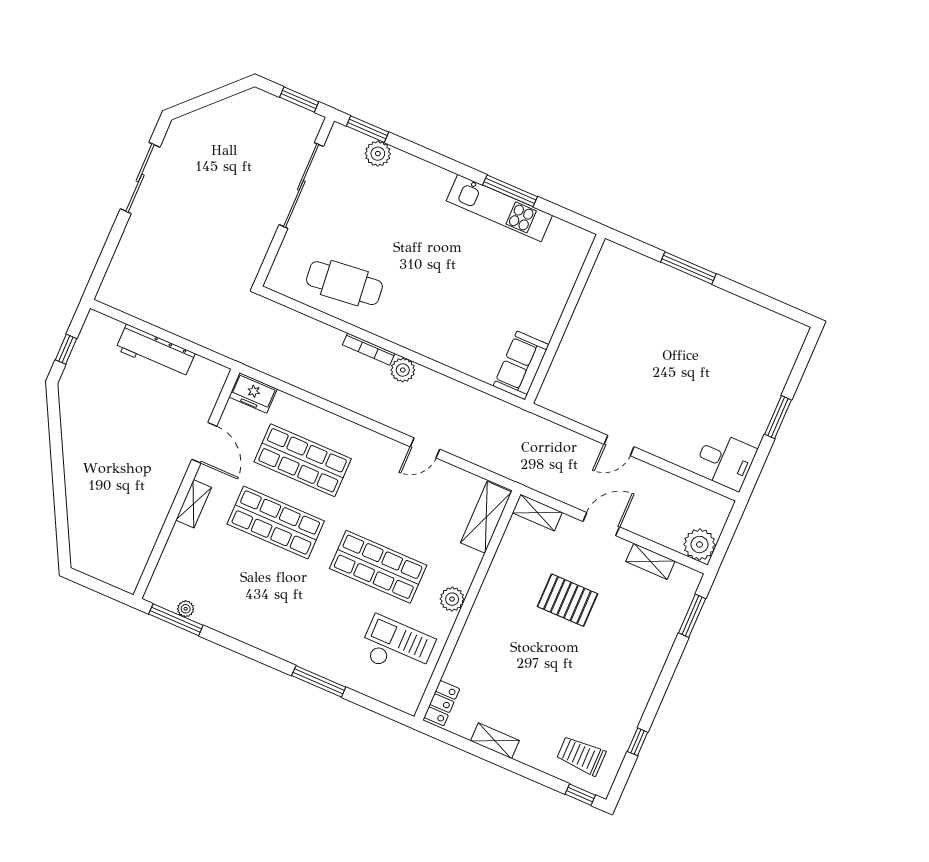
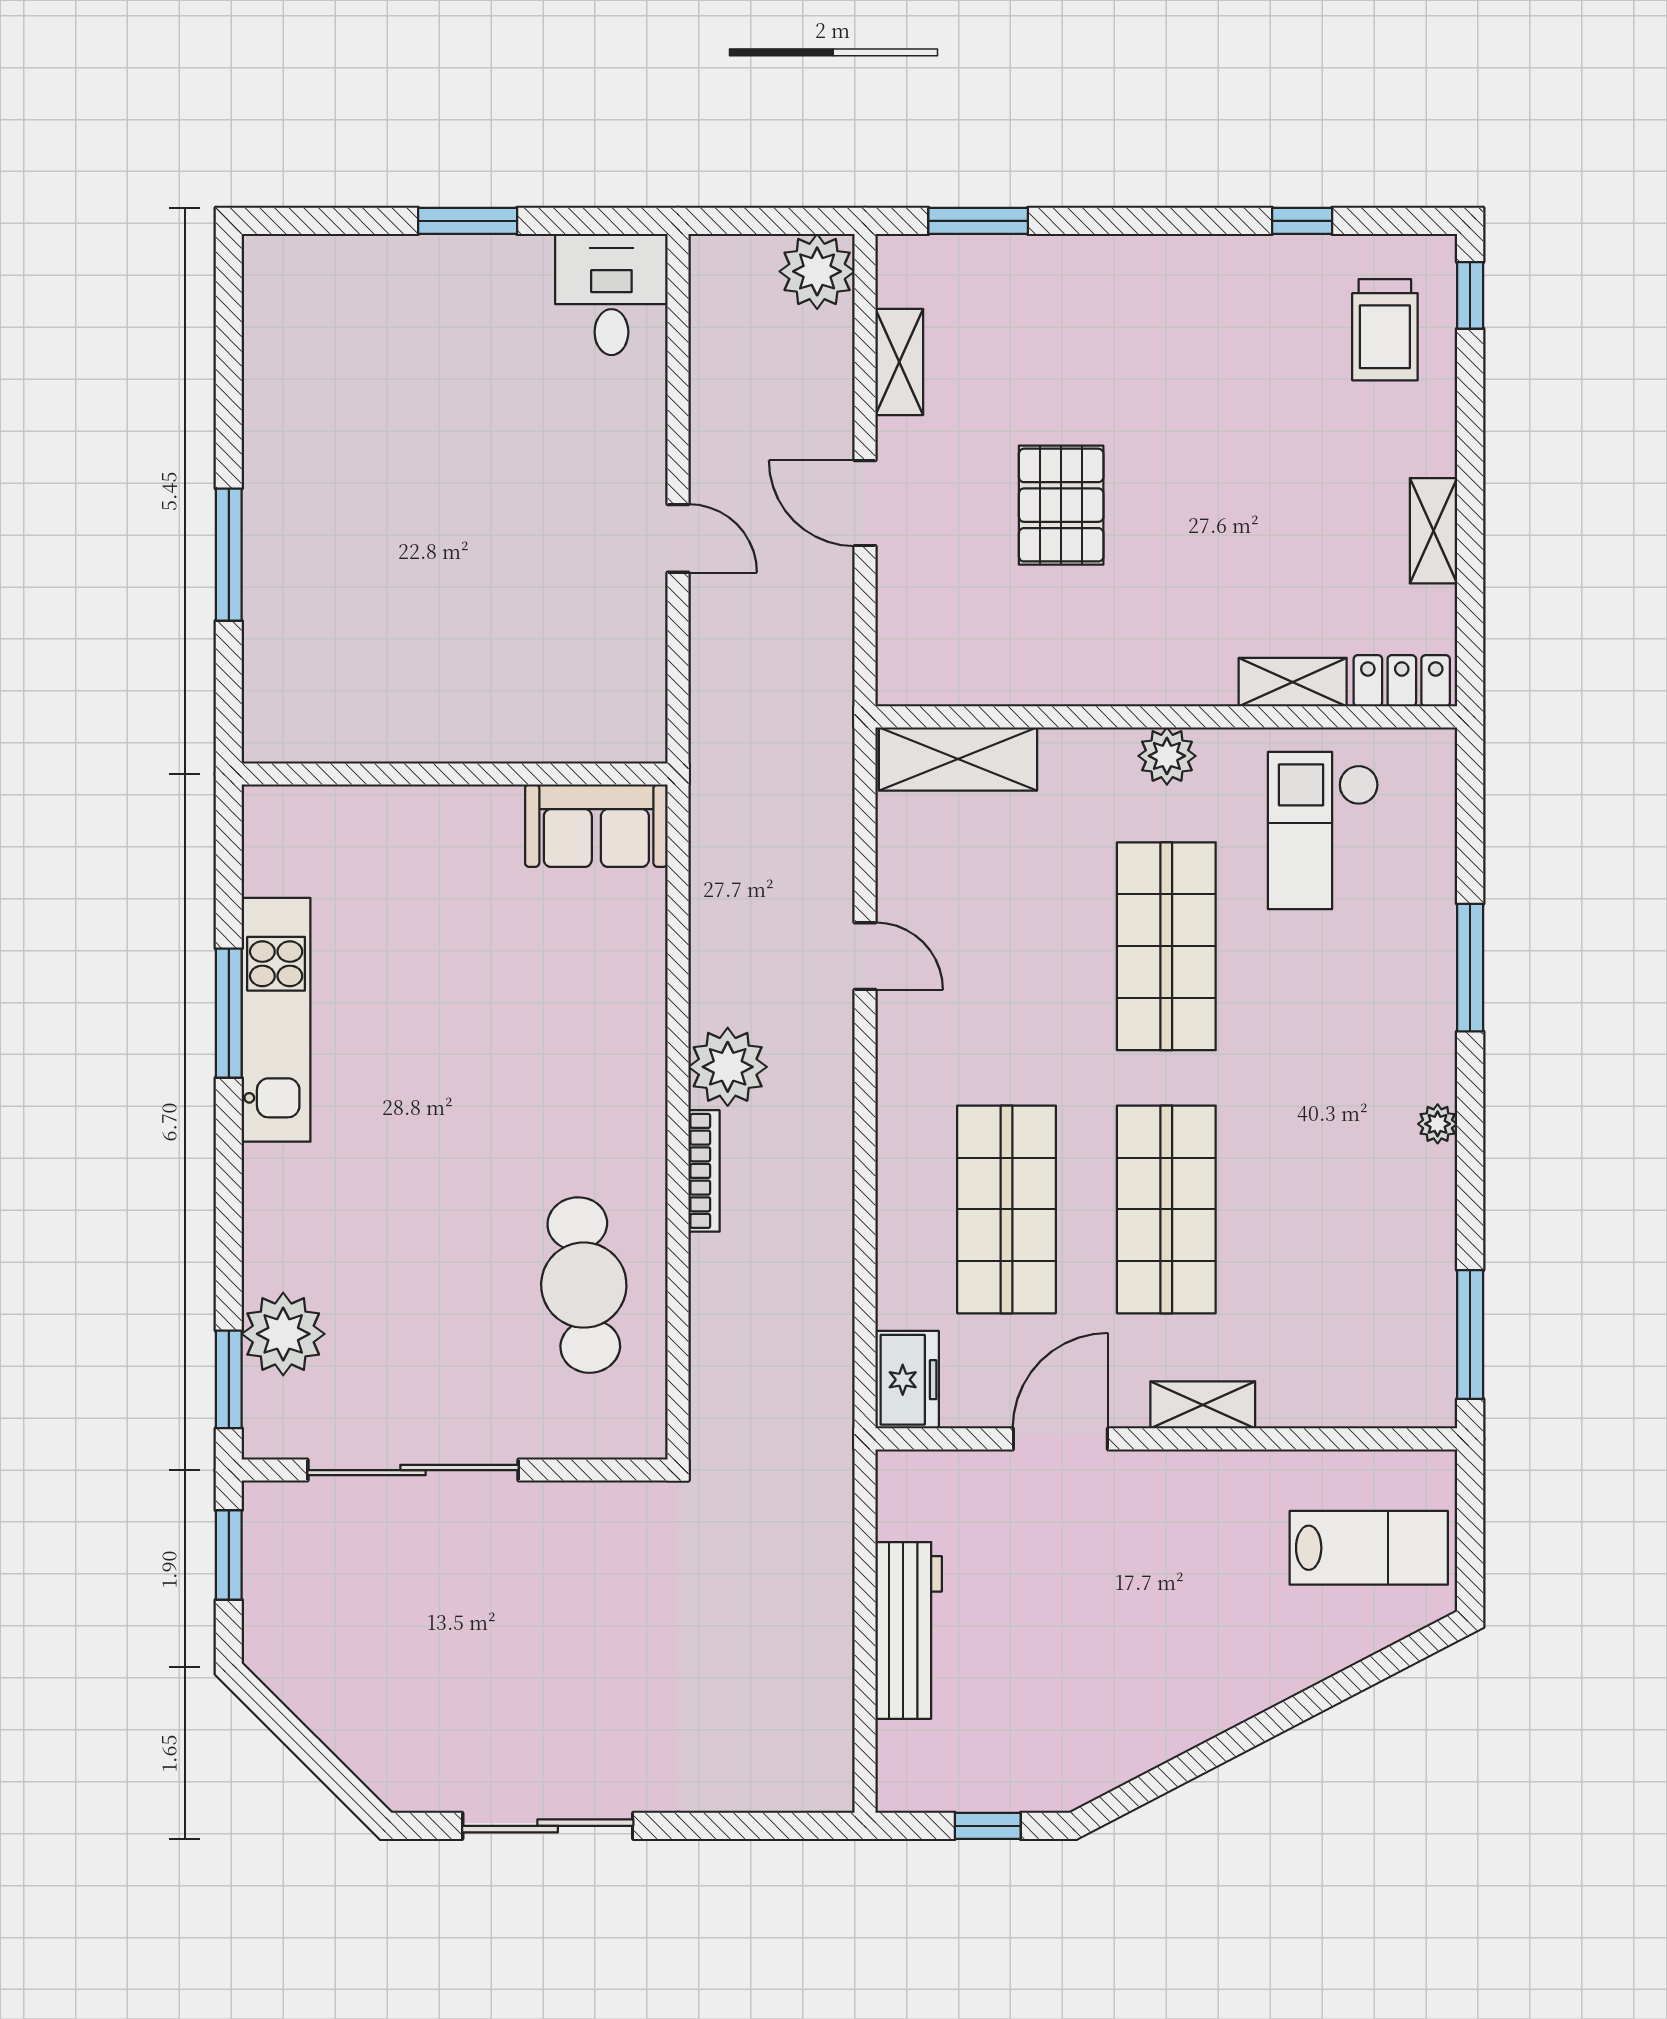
plant: (378, 154) -> (283, 1334), width x1.36, depth x1.36
plant: (403, 370) -> (728, 1067), width x1.36, depth x1.36
shelving: (537, 513) -> (1293, 682), moved, turned 90
lab bench: (110, 544) -> (1369, 1548), added
plant: (186, 609) -> (1438, 1124), moved

